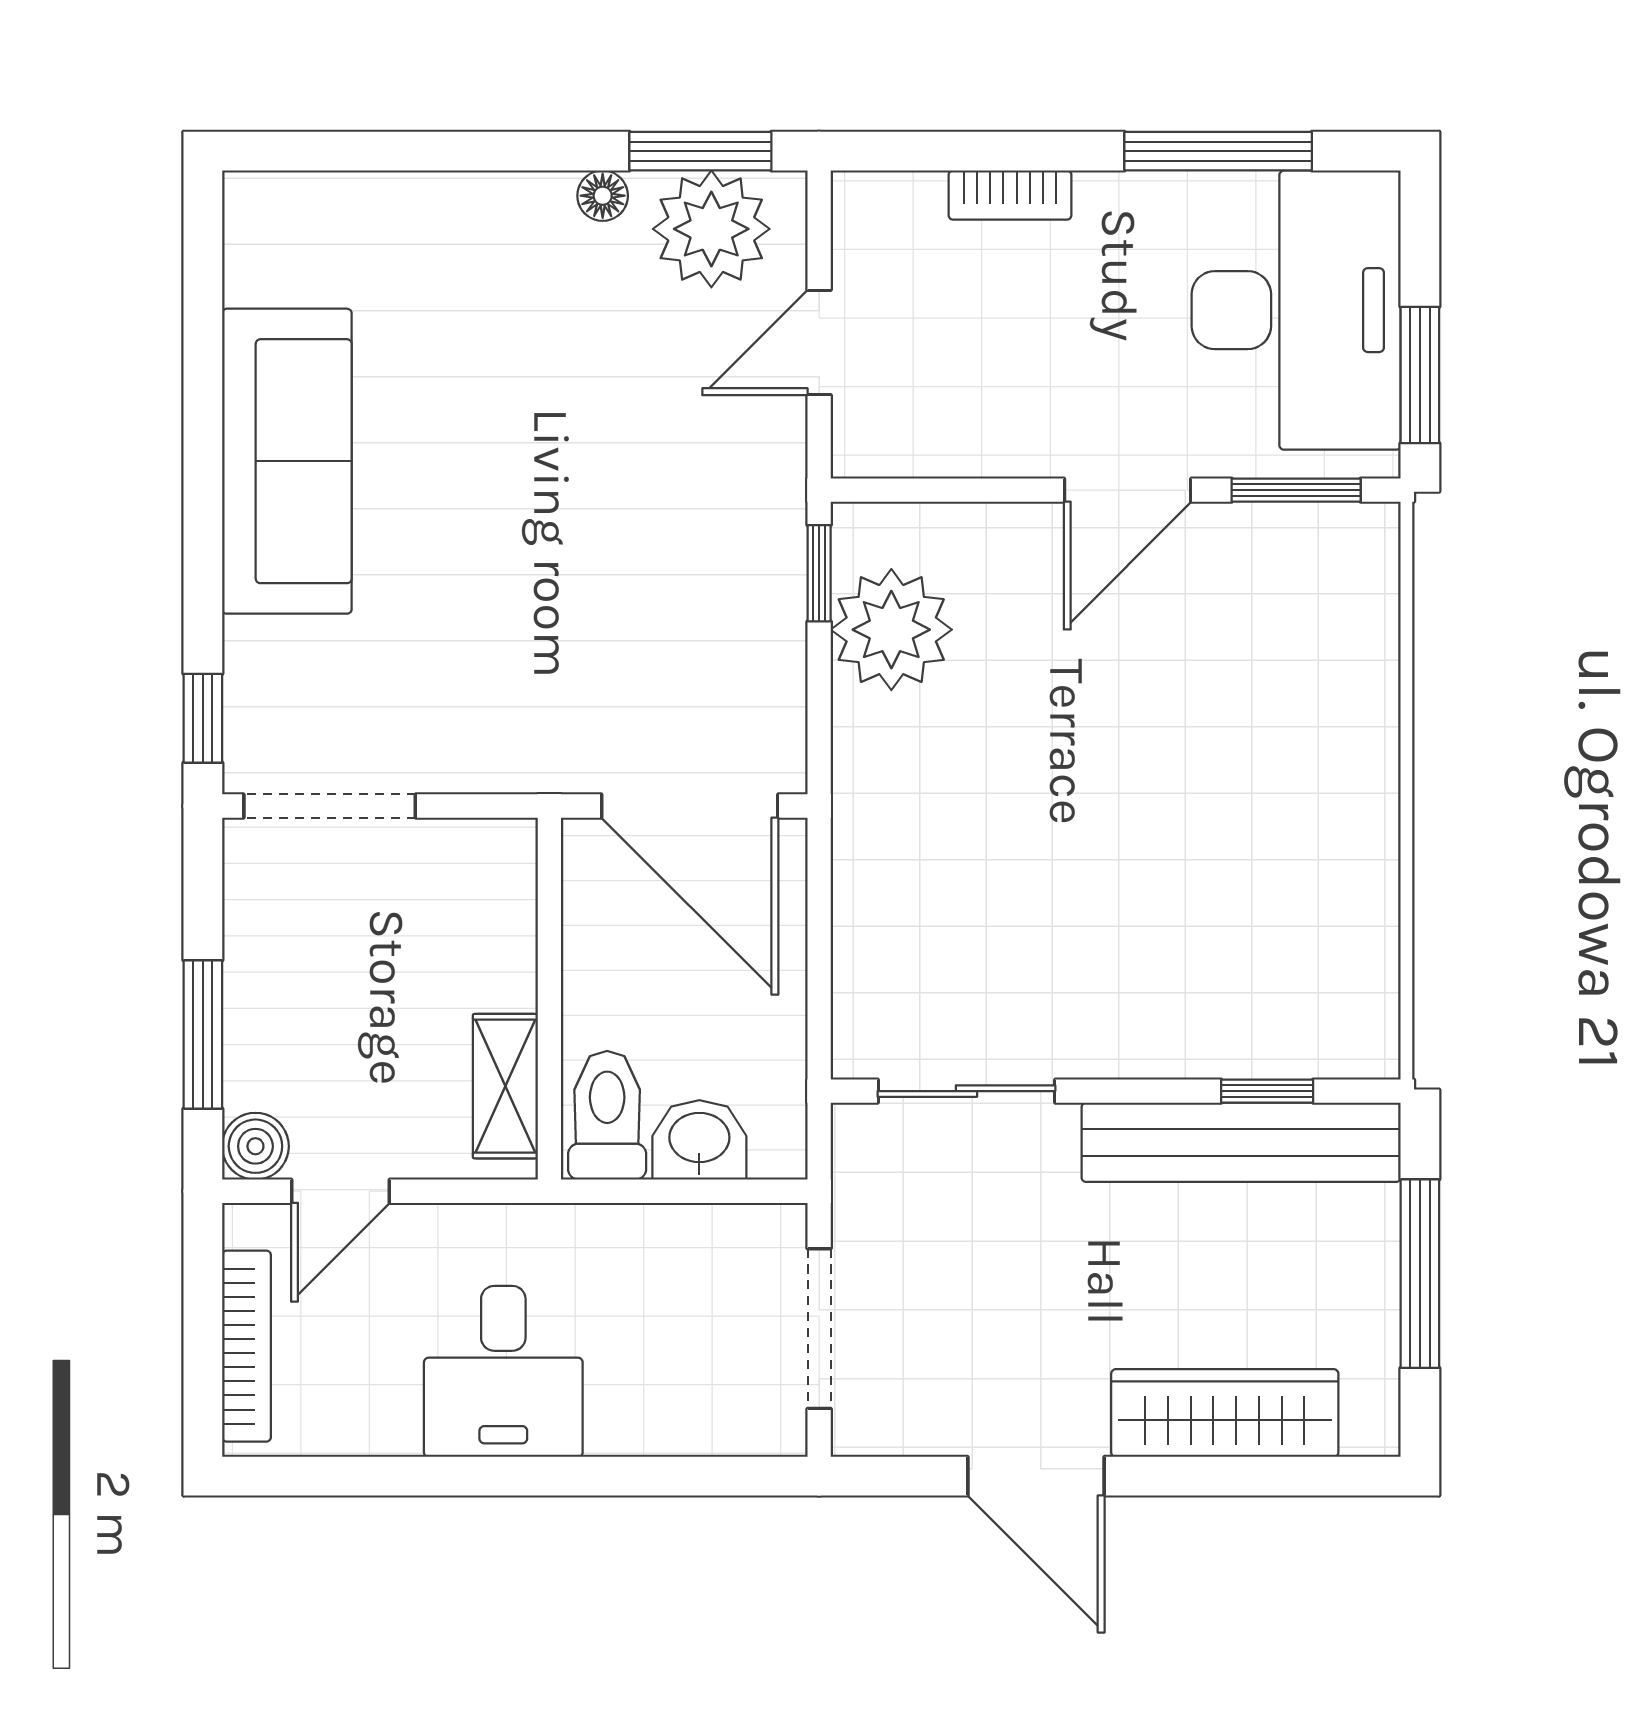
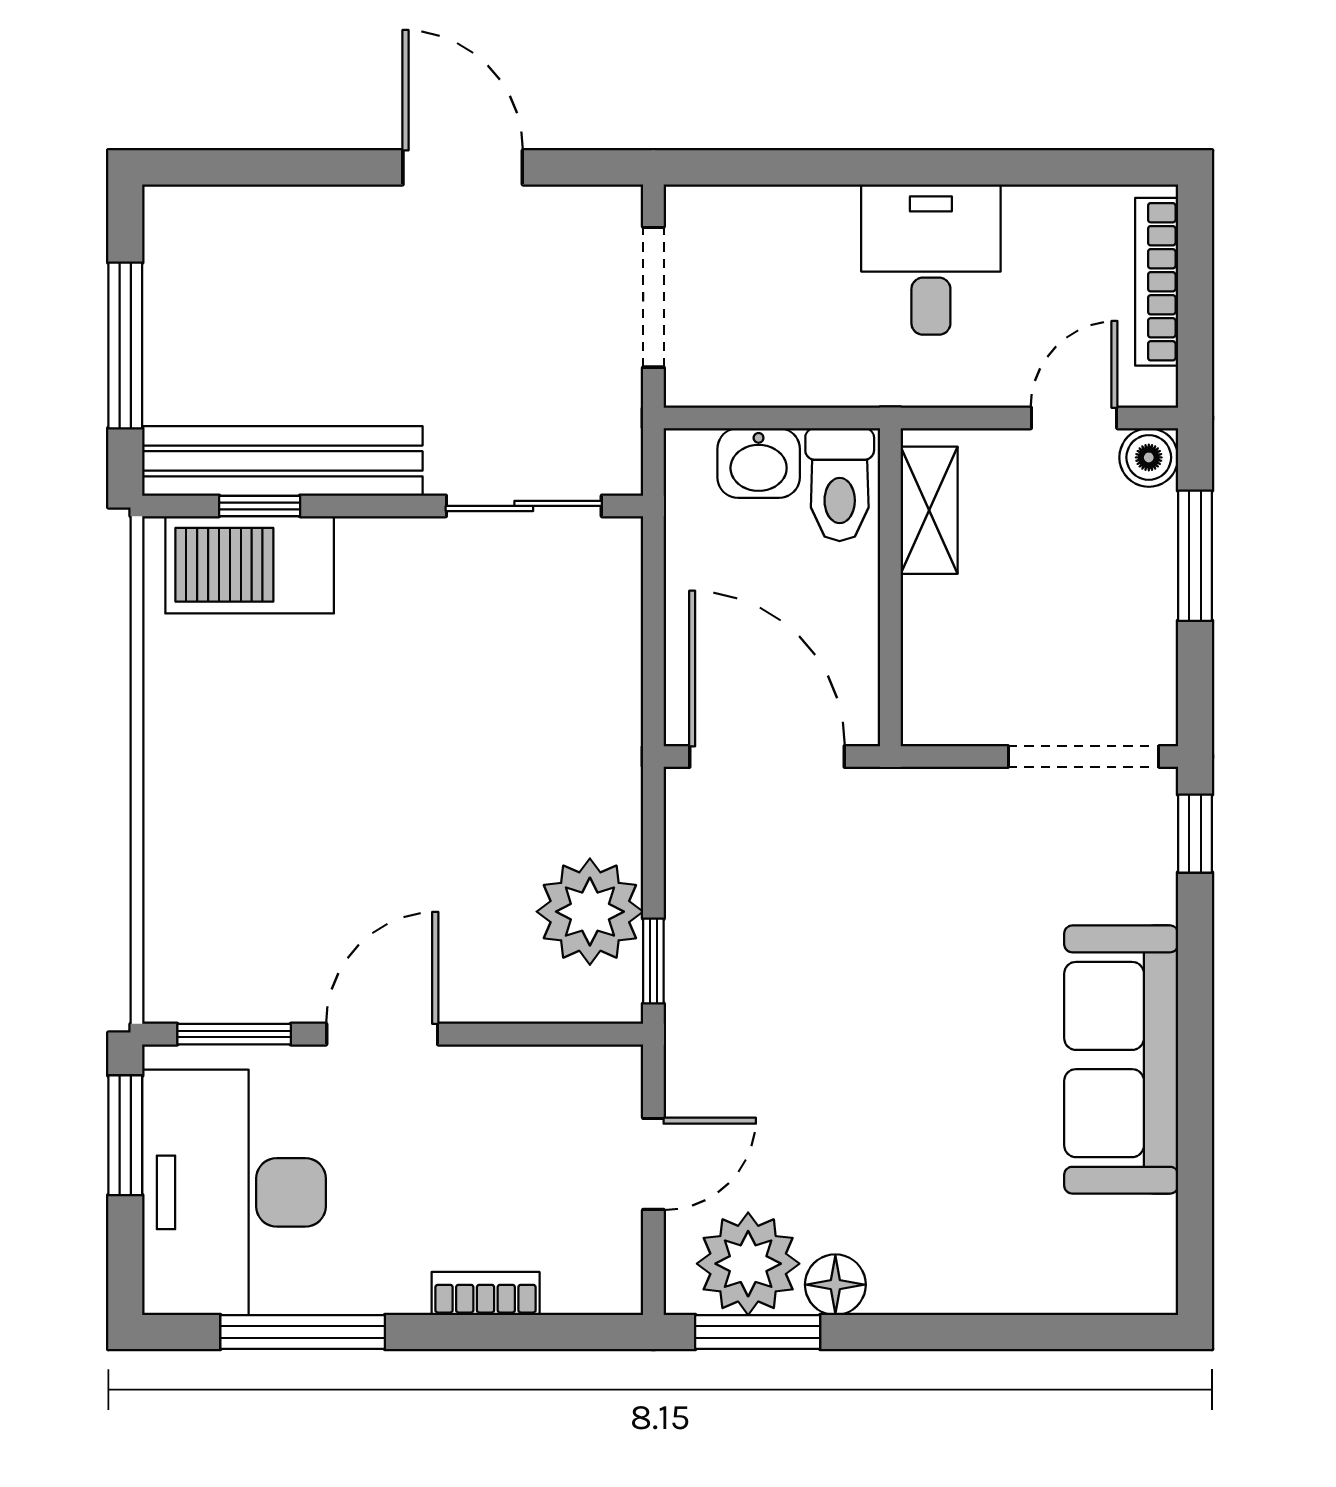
floor lamp: (603, 196) -> (835, 1285), width x1.37, depth x1.37
barbecue: (1278, 1024) -> (250, 565), added
wardrobe: (1225, 1413) -> (297, 223), removed

